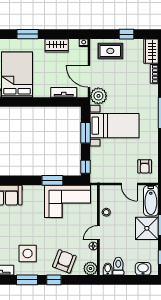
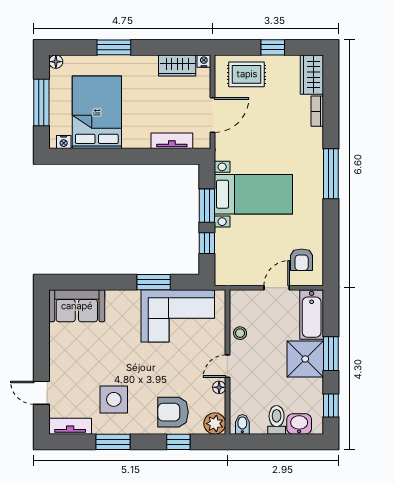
wardrobe: (57, 45) -> (177, 66), moved
door: (89, 76) -> (212, 115), swing flipped
plant: (98, 96) -> (228, 146), removed
window: (86, 167) -> (207, 243), moved
door: (129, 184) -> (277, 288), swing flipped
armchair: (64, 261) -> (173, 412), turned -111
toilet: (118, 266) -> (277, 420), moved
window: (54, 280) -> (178, 442), moved

